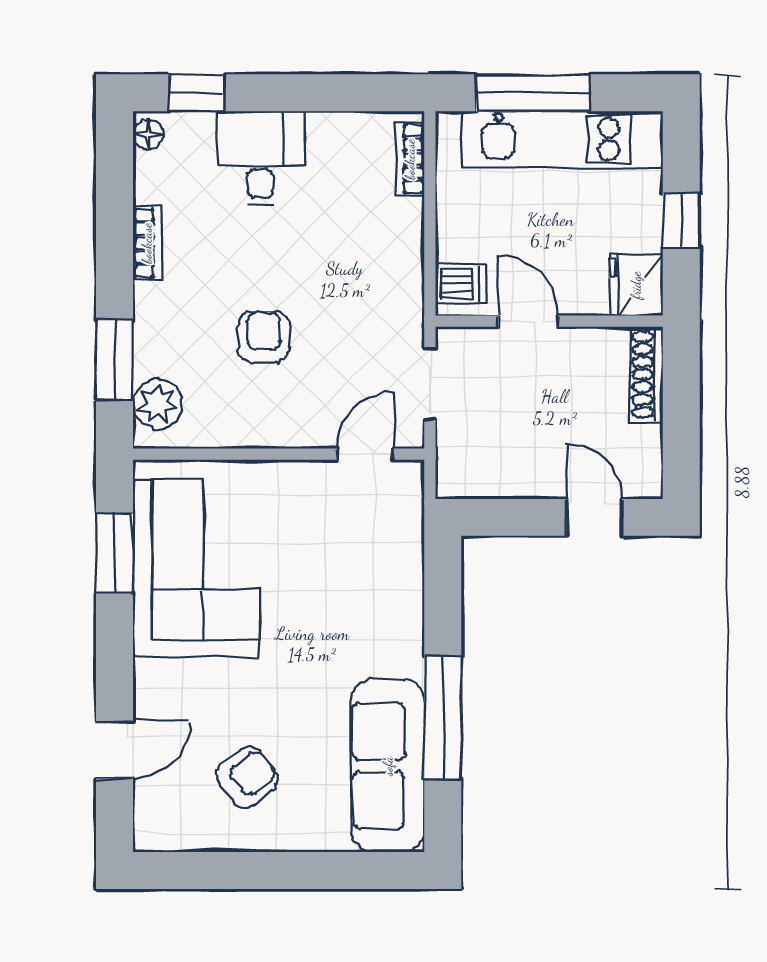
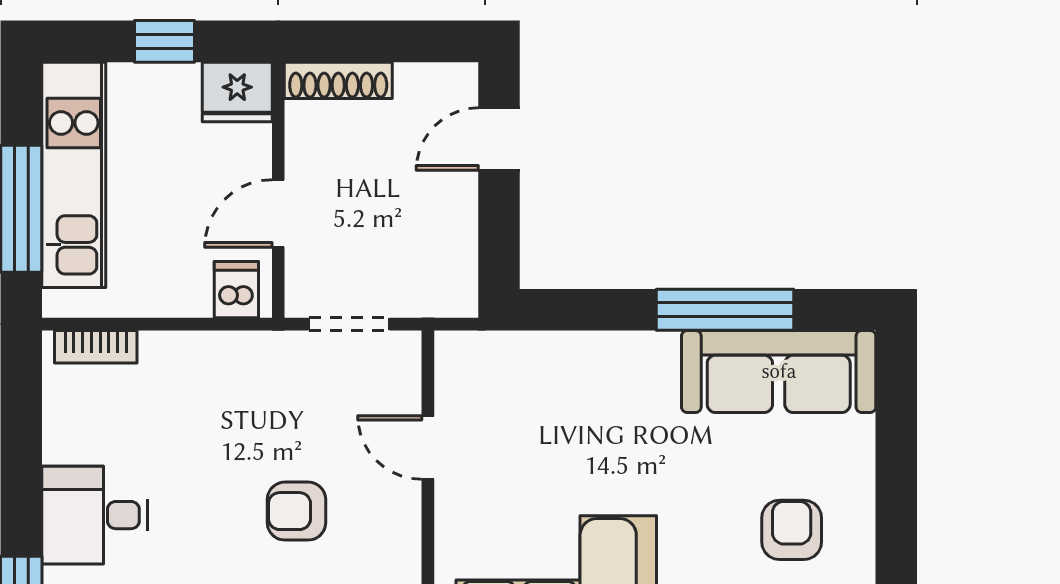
door: (365, 454) -> (428, 447), moved
armchair: (247, 777) -> (792, 530), turned 38

